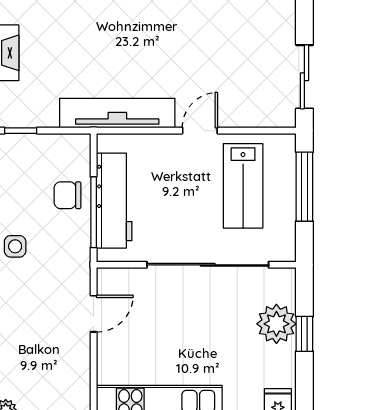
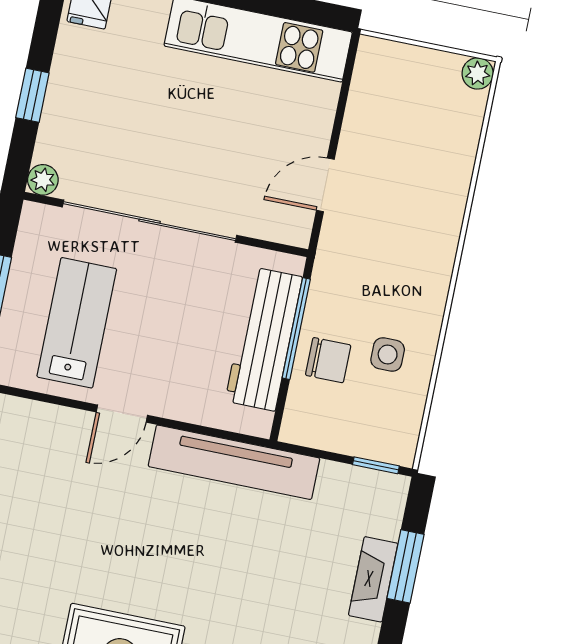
side table: (15, 246) -> (388, 355), moved
plant: (276, 324) -> (43, 180), moved, width x0.53, depth x0.53

